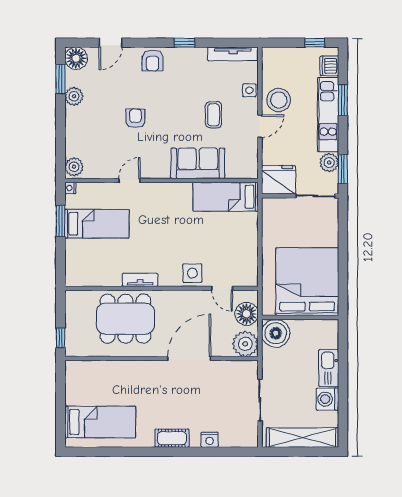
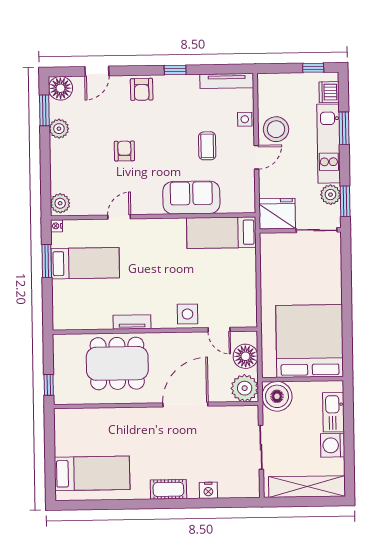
bed: (307, 282) -> (310, 341), moved
wall: (300, 317) -> (303, 379), moved
boiler: (276, 333) -> (277, 396), moved

